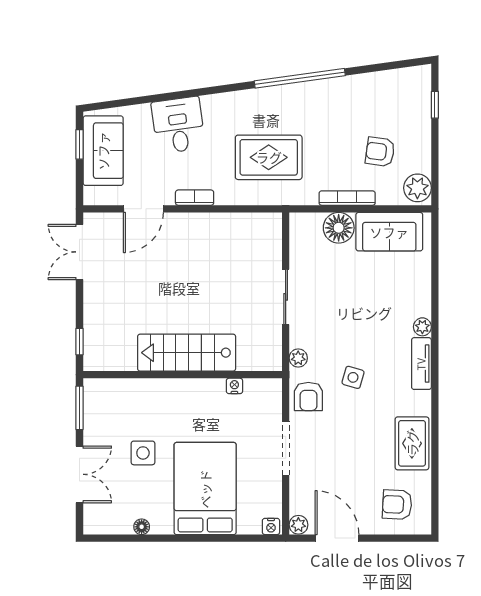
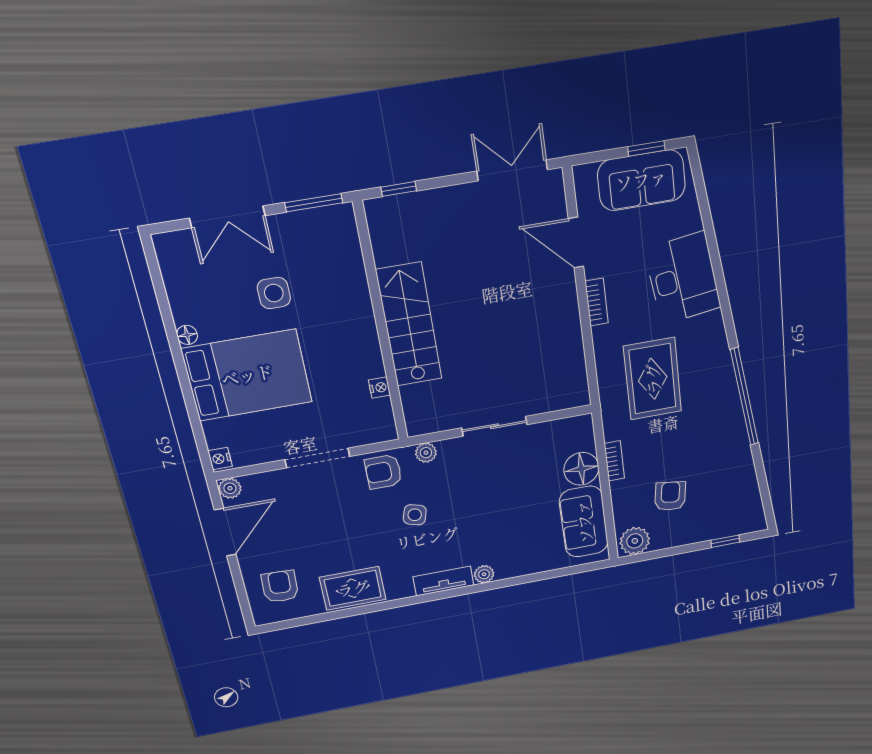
desk: (178, 125) -> (683, 278), width x1.37
bookcase: (347, 198) -> (614, 461), width x0.64
floor lamp: (142, 527) -> (187, 335), moved

